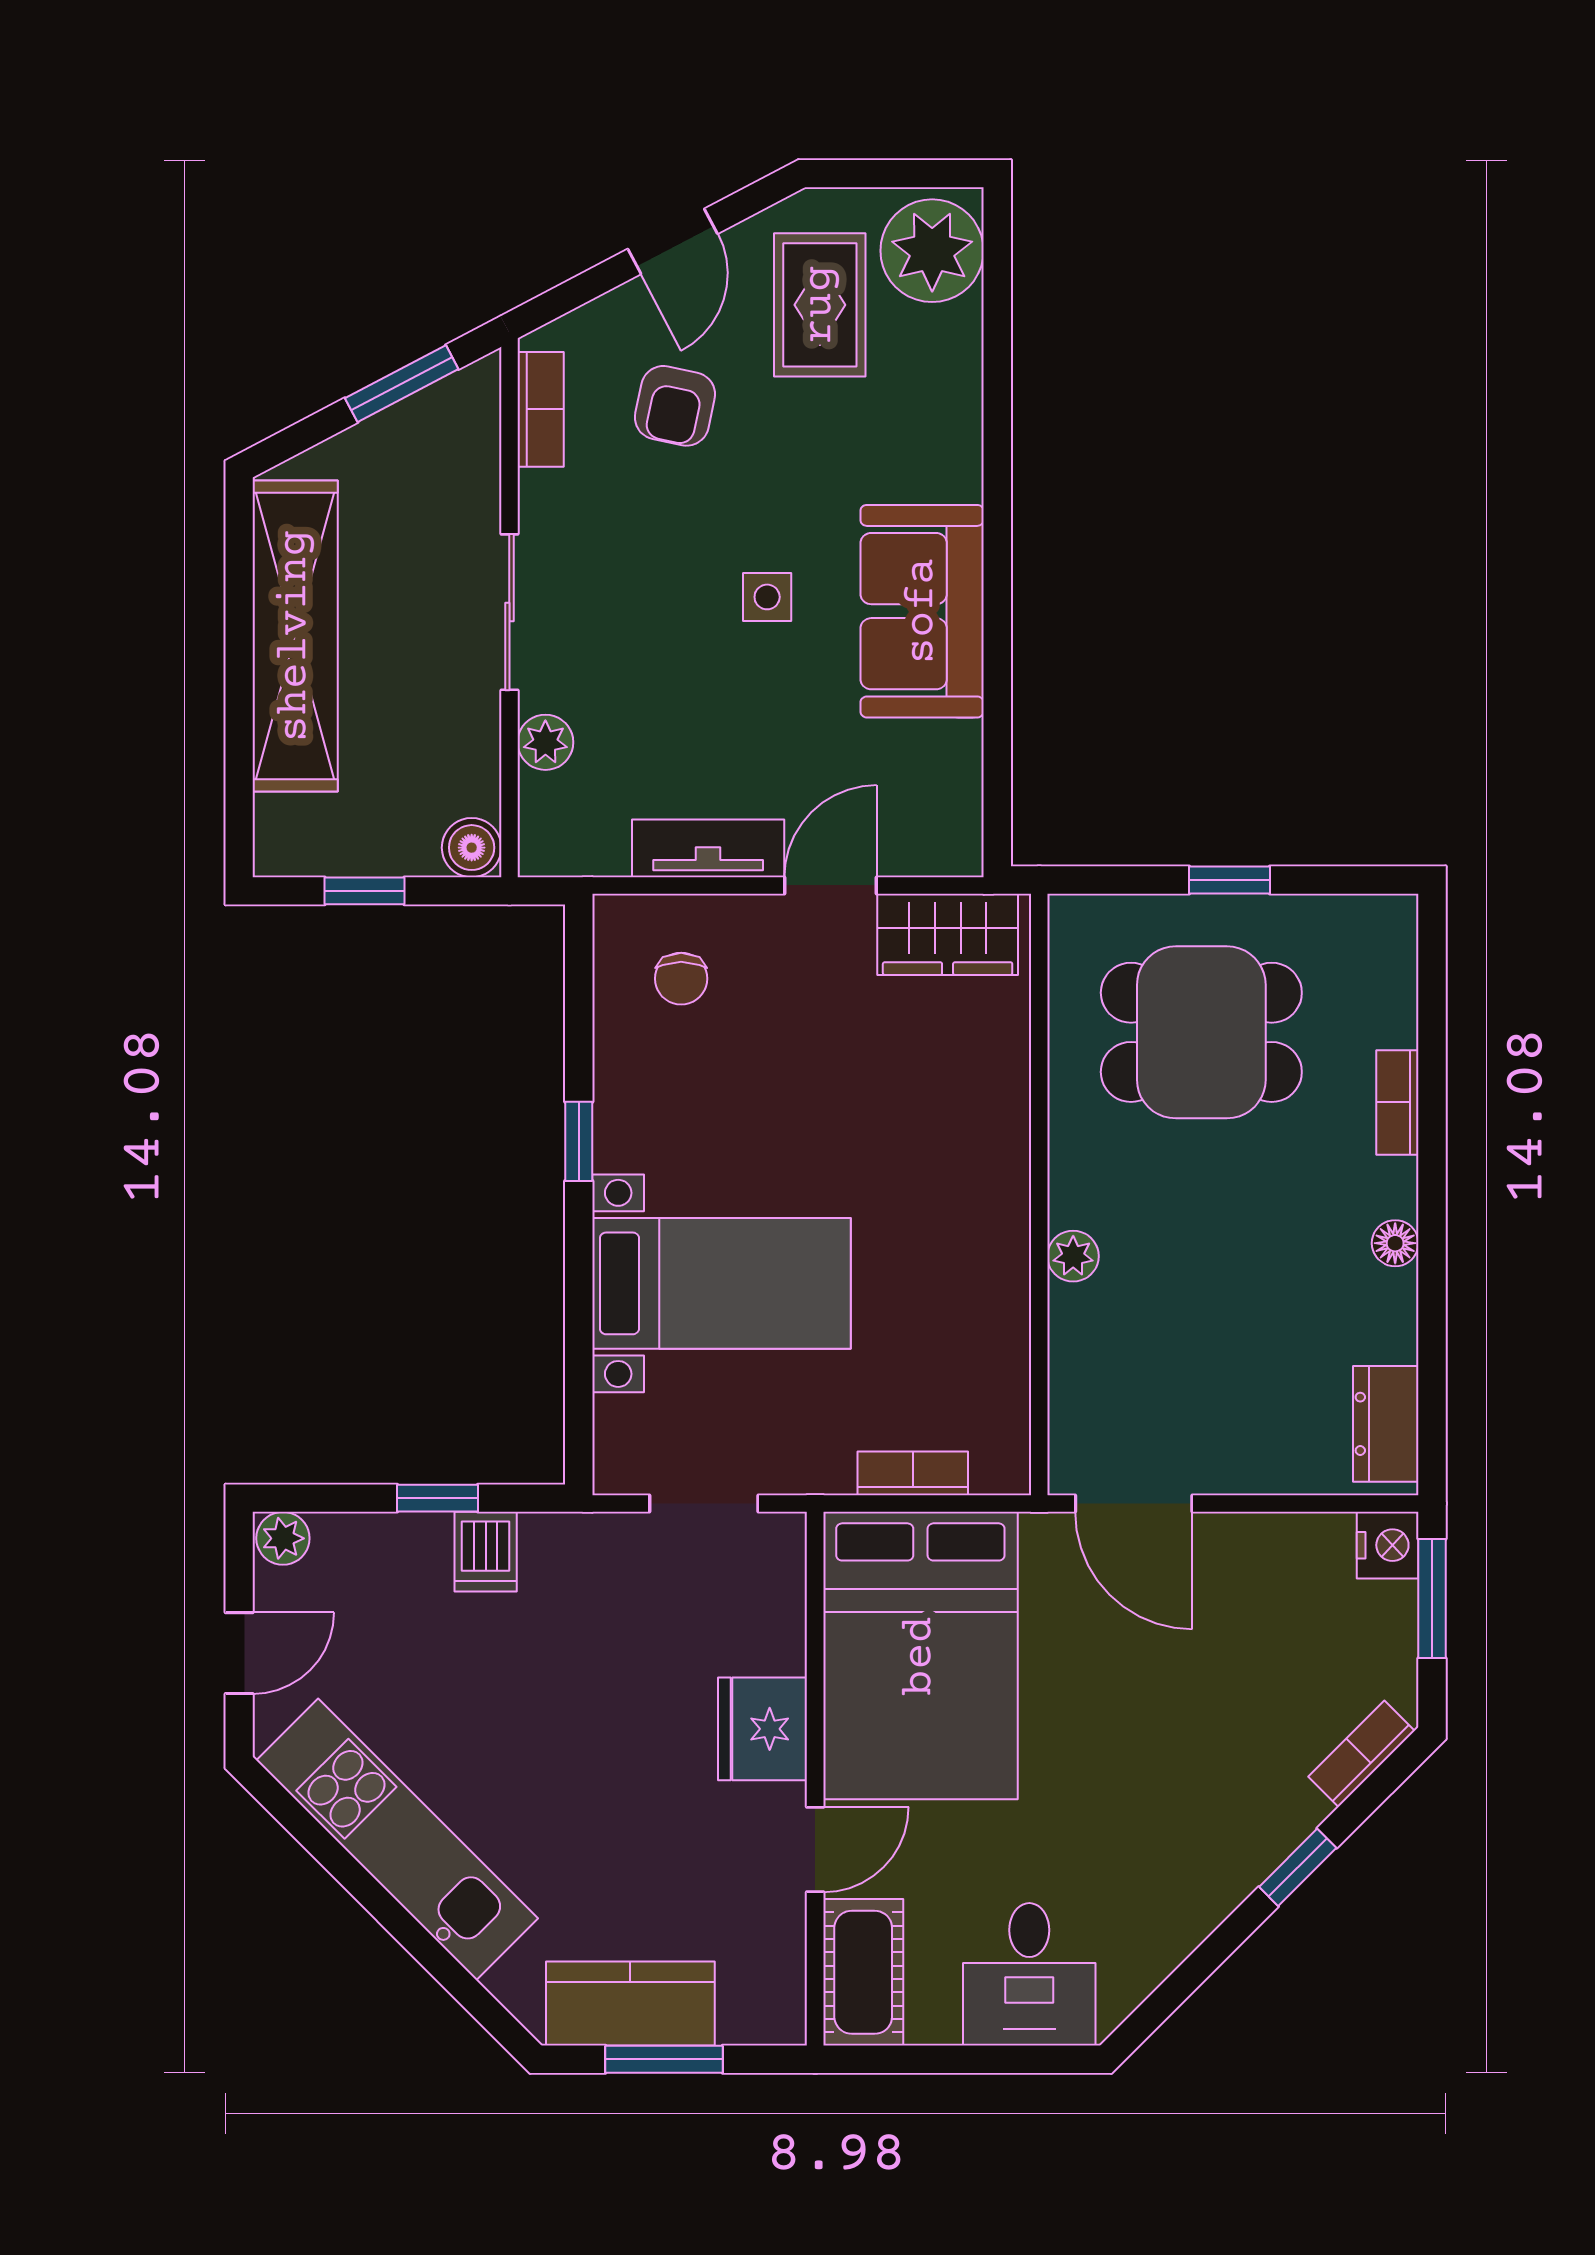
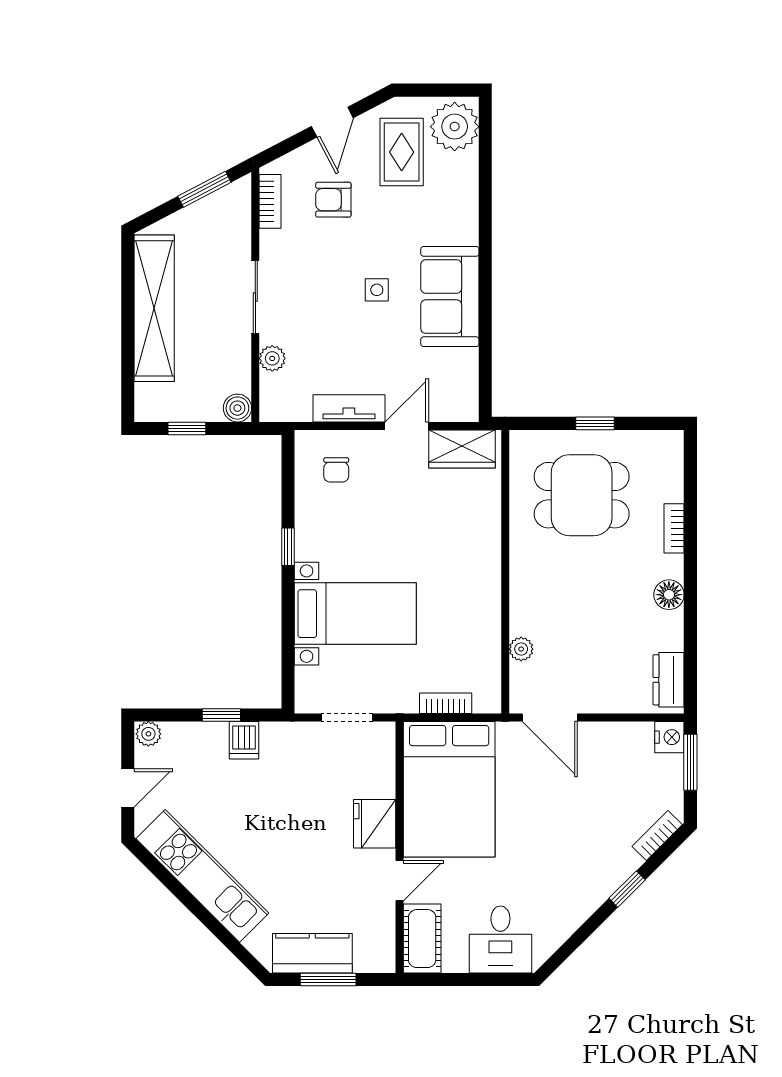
armchair: (675, 406) -> (333, 200), turned 78
floor lamp: (1395, 1243) -> (669, 595), width x1.37, depth x1.37
plant: (1073, 1256) -> (521, 649), moved

